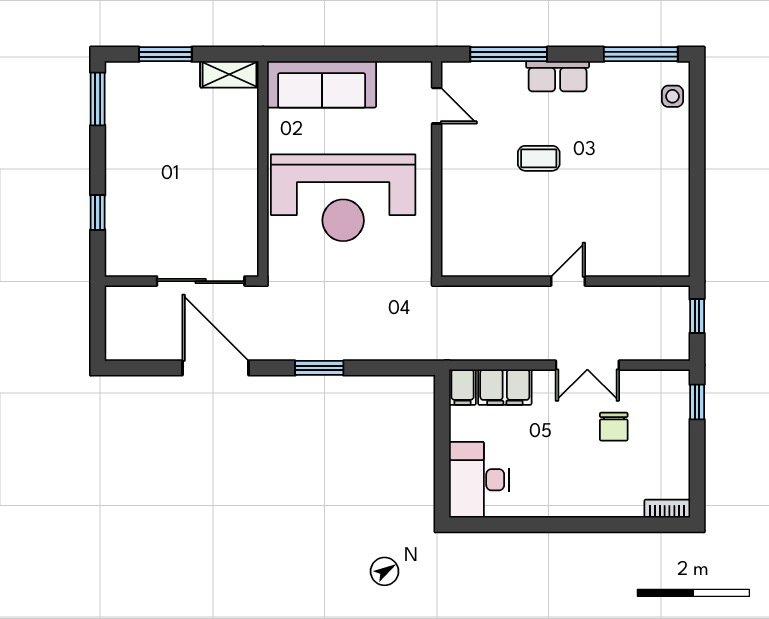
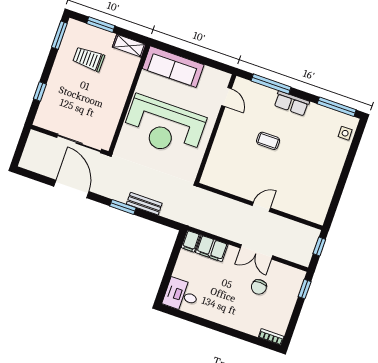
trolley: (165, 123) -> (89, 59), added
bench: (356, 349) -> (144, 204), added
desk: (479, 480) -> (181, 295), width x0.73

